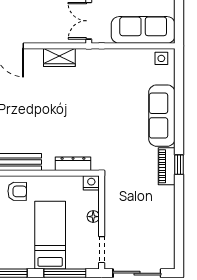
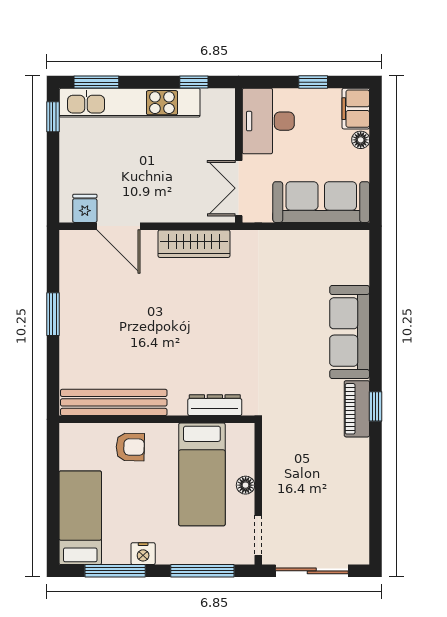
wardrobe: (59, 57) -> (194, 244), width x1.50
side table: (161, 58) -> (349, 245), removed
nightstand: (91, 183) -> (143, 554), moved, turned 180
bed: (50, 235) -> (202, 474), moved, turned 180

